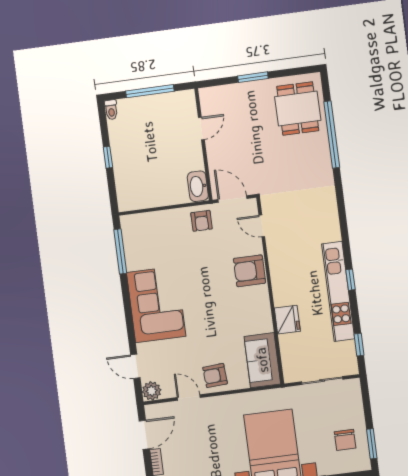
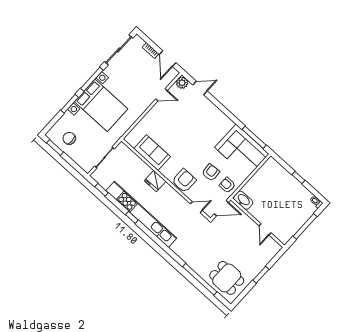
kitchen unit: (338, 291) -> (141, 214), width x1.36
corner sofa: (156, 304) -> (242, 151), moved
fridge: (287, 320) -> (155, 181), moved
sofa: (262, 360) -> (152, 153), moved
armchair: (215, 376) -> (211, 172), moved

